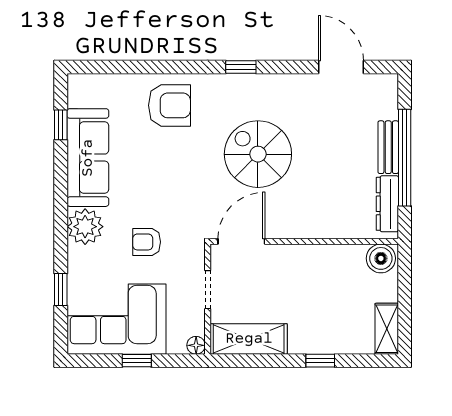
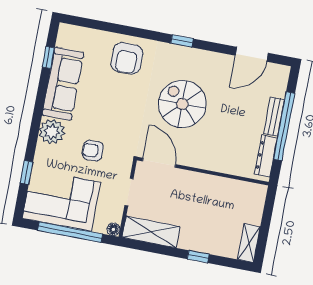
door: (341, 67) -> (252, 54), swing flipped
armchair: (169, 105) -> (127, 58), turned 90
door: (241, 241) -> (159, 163), hinge flipped
boiler: (381, 258) -> (254, 193), removed
window: (137, 361) -> (70, 232), width x3.17

